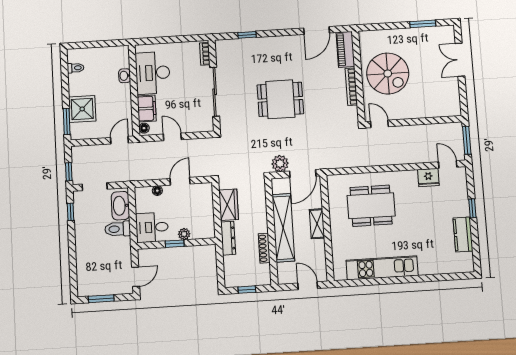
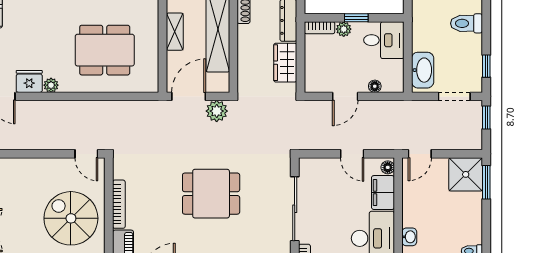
shower: (82, 109) -> (466, 174), moved
plant: (411, 176) -> (51, 85), added
toilet: (118, 229) -> (466, 23), moved, turned 180
bookcase: (203, 234) -> (319, 28), added

